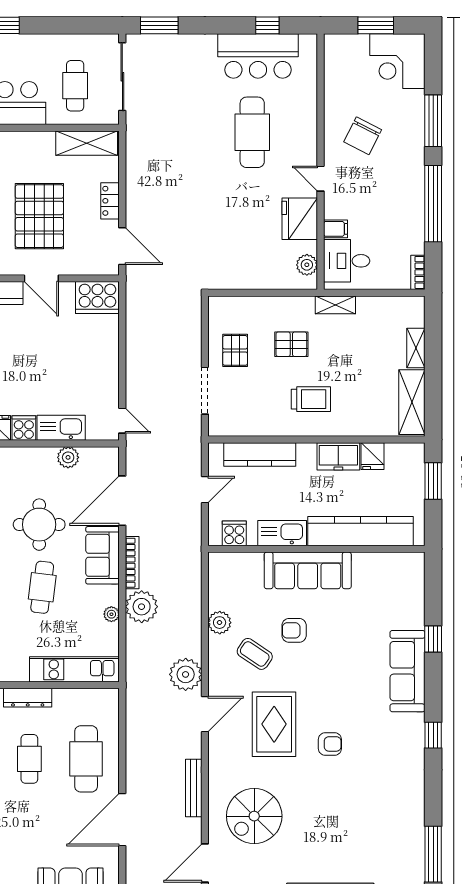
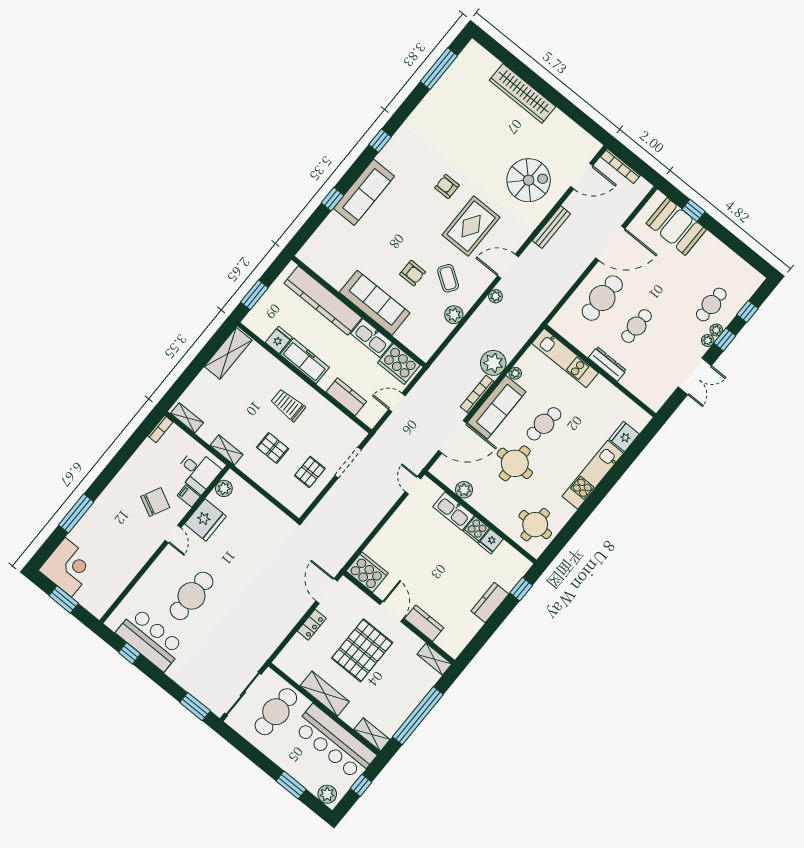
cafe table: (75, 86) -> (276, 712), width x1.37, depth x1.35
chair: (363, 136) -> (155, 502), moved
shelving: (87, 143) -> (325, 694), moved
window: (433, 204) -> (117, 463), removed
shelving: (416, 348) -> (187, 418), moved, turned 90
kitchen counter: (260, 454) -> (346, 397), width x0.67
freezer: (338, 456) -> (305, 361), width x1.40
cooker: (234, 533) -> (399, 364), width x1.87, depth x1.31
sofa: (103, 555) -> (497, 407), width x1.36
plant: (186, 674) -> (495, 296), width x0.53, depth x0.53

